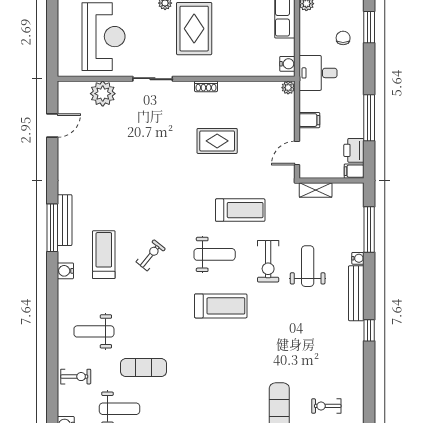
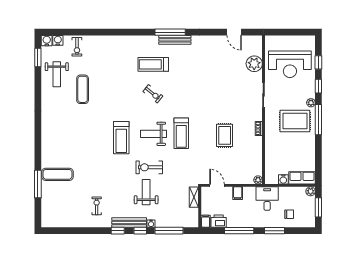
window: (369, 27) -> (274, 231), moved
water cooler: (287, 64) -> (283, 179), moved
treadmill: (240, 210) -> (181, 133), moved
weight bench: (215, 254) -> (153, 134), turned 90
treadmill: (104, 255) -> (153, 64), turned 180
weight bench: (308, 266) -> (146, 192), turned -90
water cooler: (65, 271) -> (58, 40), moved
window: (369, 276) -> (140, 231), added
window: (369, 330) -> (118, 231), moved
weight bench: (94, 331) -> (105, 58), removed
exercise bike: (326, 406) -> (97, 206), moved

